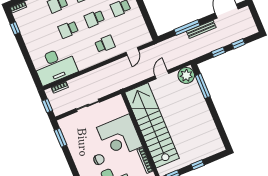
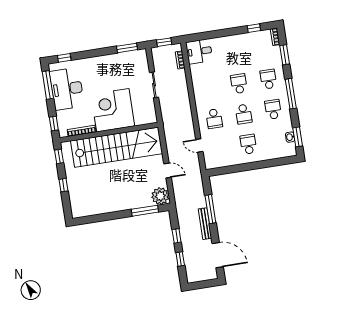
school desk: (94, 19) -> (244, 114), turned 180
desk: (55, 66) -> (199, 51), width x0.53, depth x0.77
chair: (99, 159) -> (94, 83), removed

